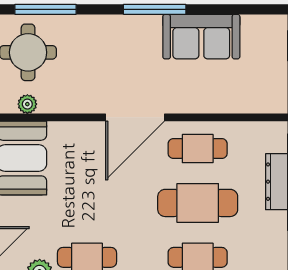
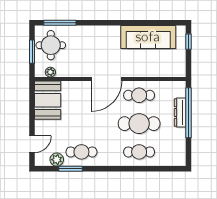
window: (155, 9) -> (117, 23), removed
sofa: (201, 37) -> (148, 37), width x1.36

